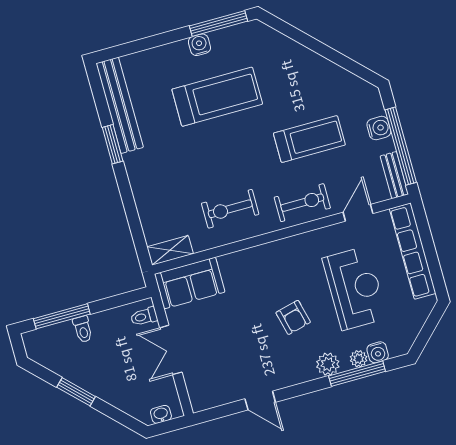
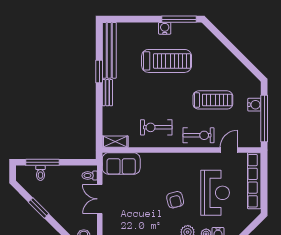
bench: (394, 175) -> (107, 93), moved
toilet: (83, 329) -> (40, 173), moved

